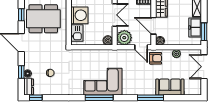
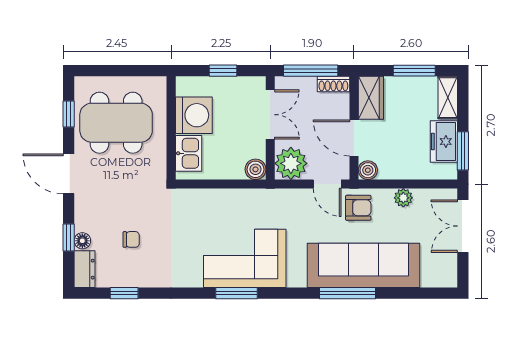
sofa: (170, 87) -> (364, 265), width x1.85, depth x1.27
window: (36, 98) -> (124, 293), moved
window: (99, 98) -> (237, 293), width x0.69

